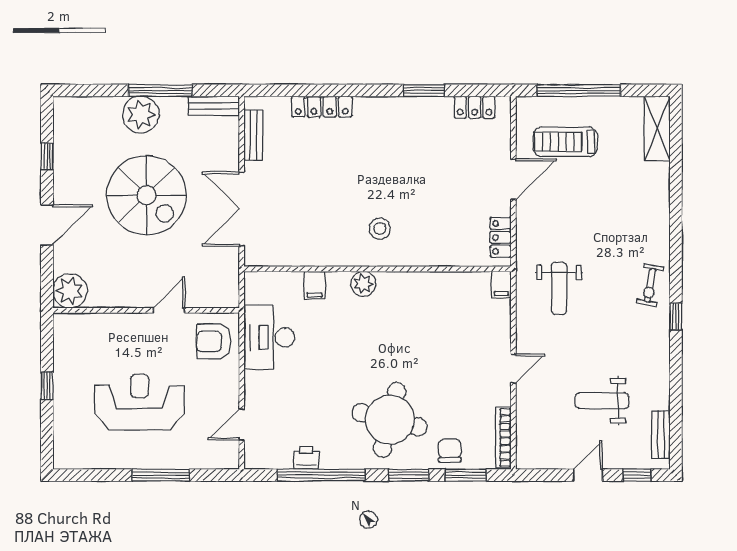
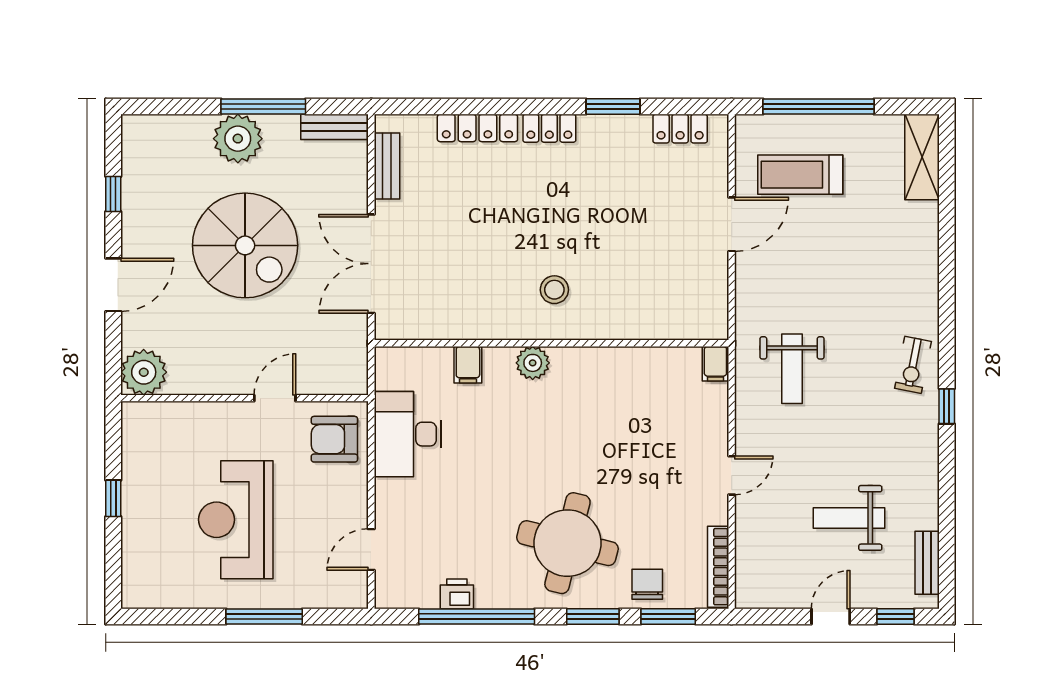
locker: (500, 237) -> (549, 128), moved, turned -90
reception desk: (140, 402) -> (236, 520), turned -90

